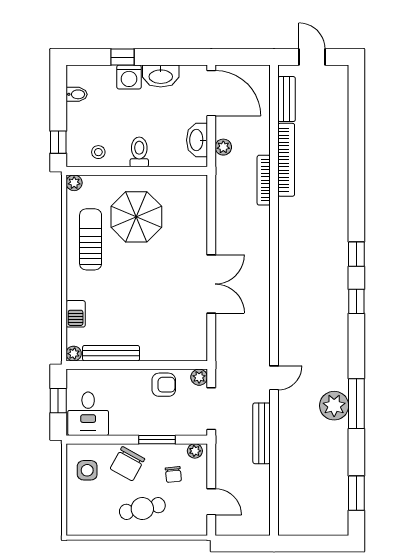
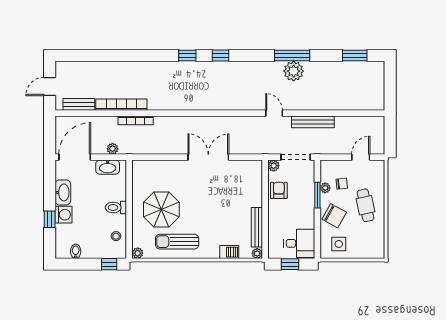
plant: (195, 451) -> (325, 188), moved

